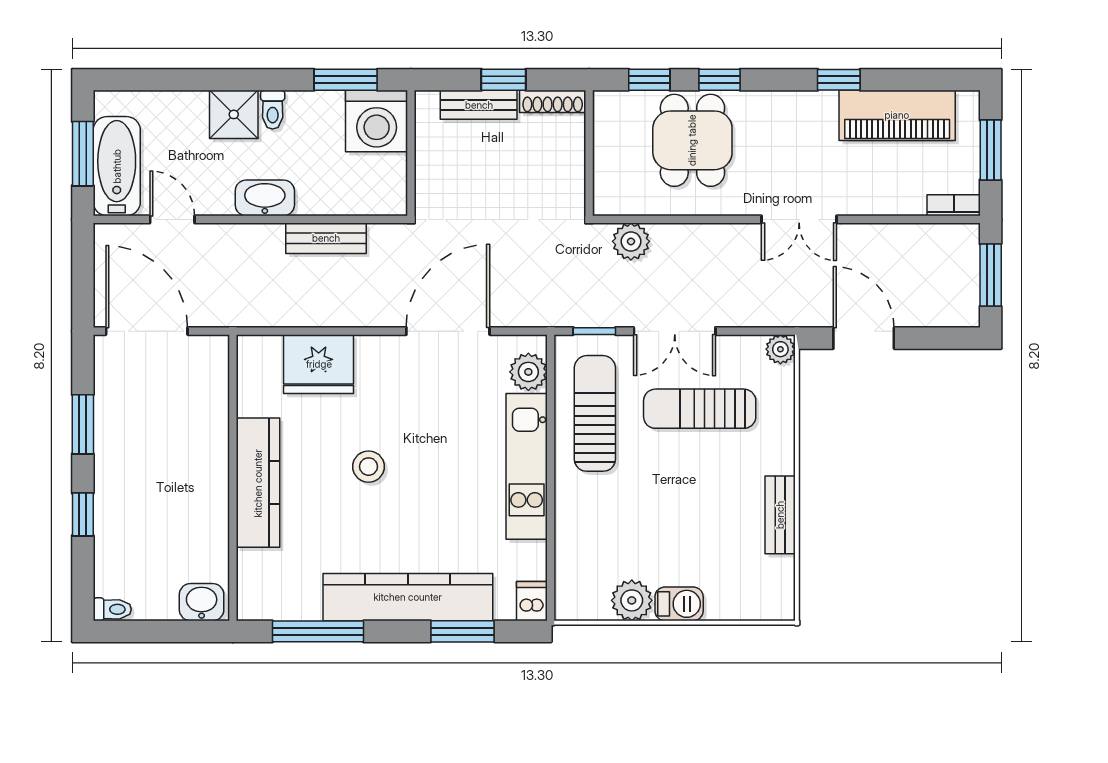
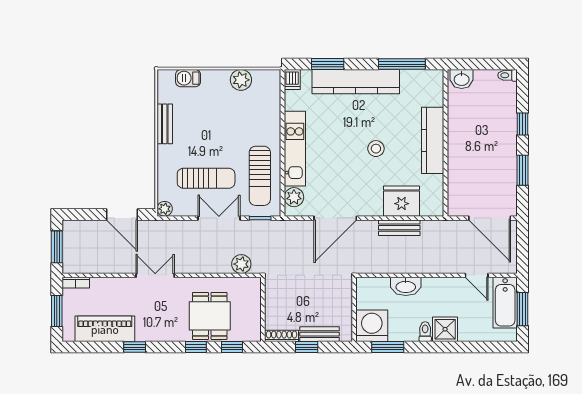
washbasin: (265, 198) -> (406, 286), moved
bench: (326, 238) -> (399, 228), moved
barbecue: (679, 604) -> (188, 78), moved

